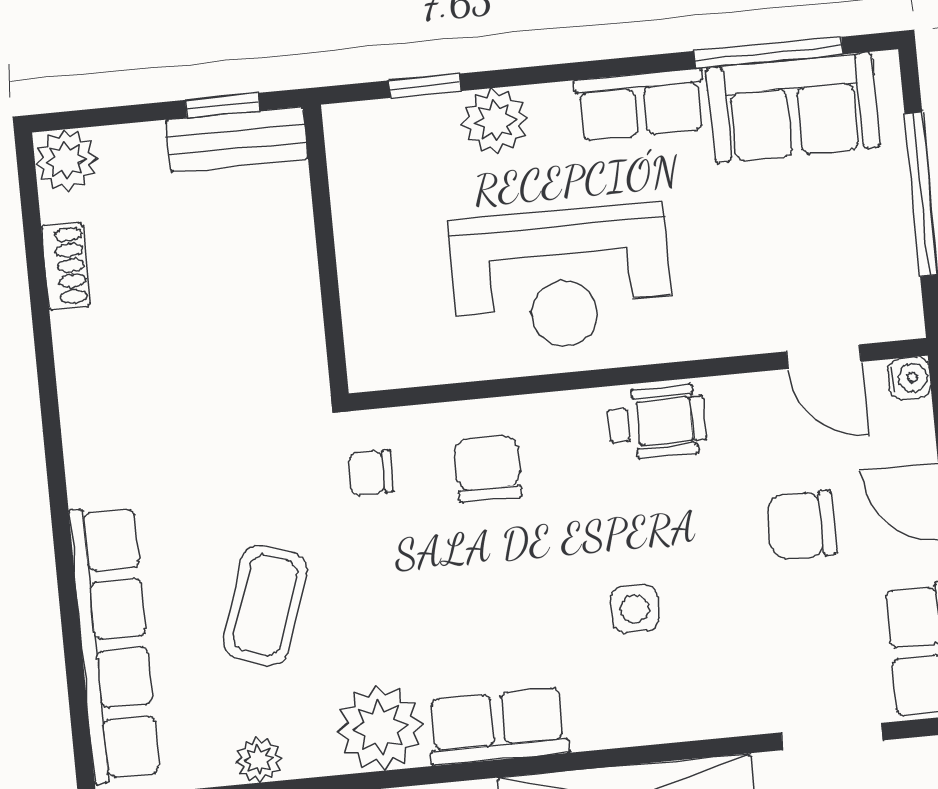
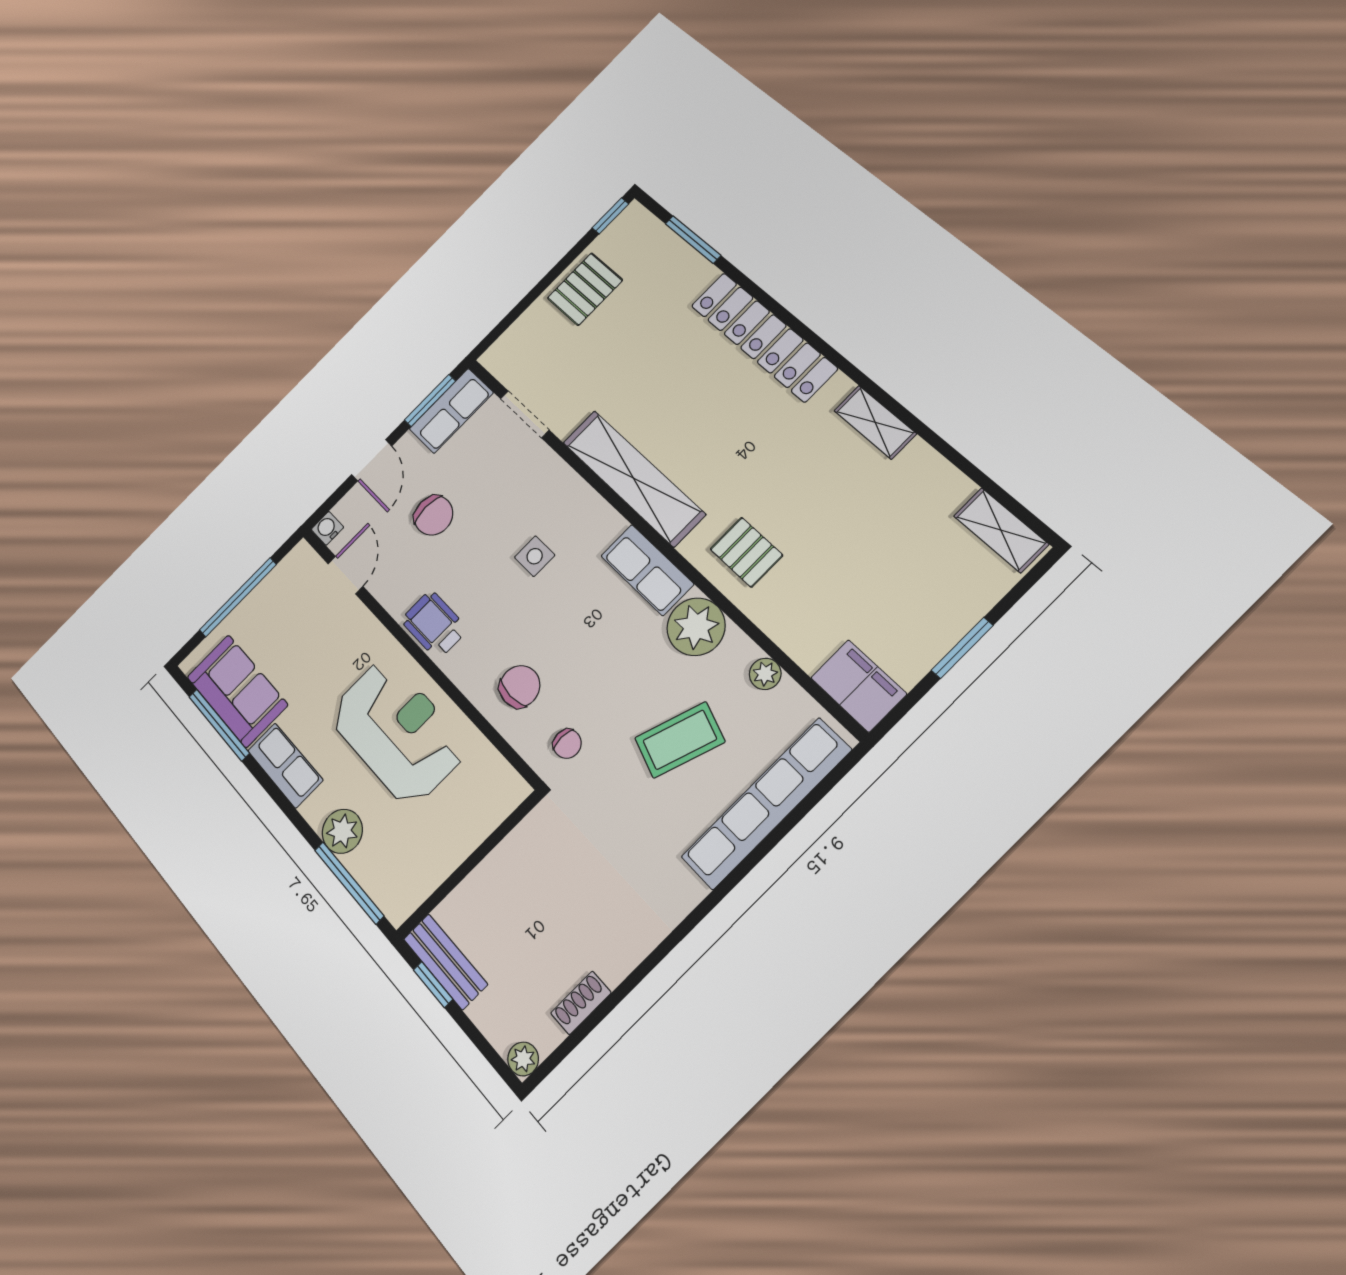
window: (425, 86) -> (349, 883), width x2.17
plant: (66, 161) -> (523, 1059), width x0.73, depth x0.73
chair: (488, 469) -> (520, 686), turned 180

